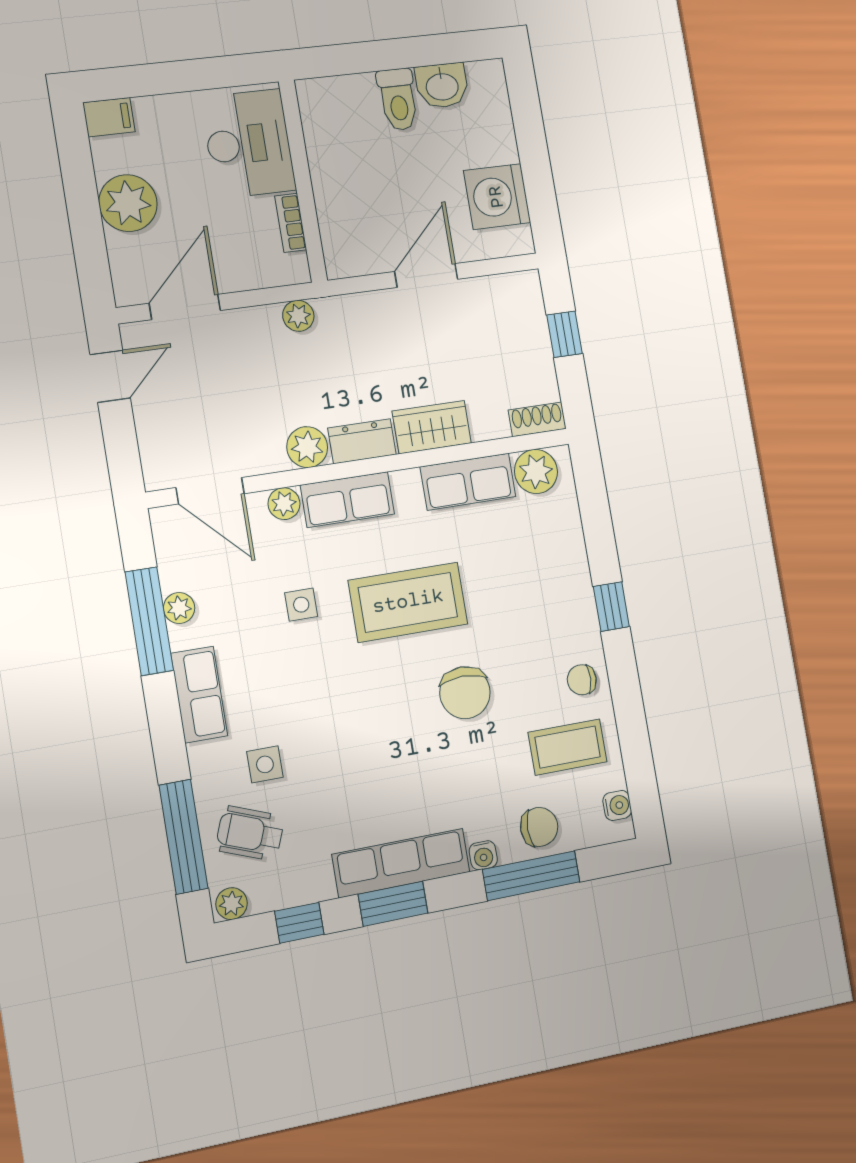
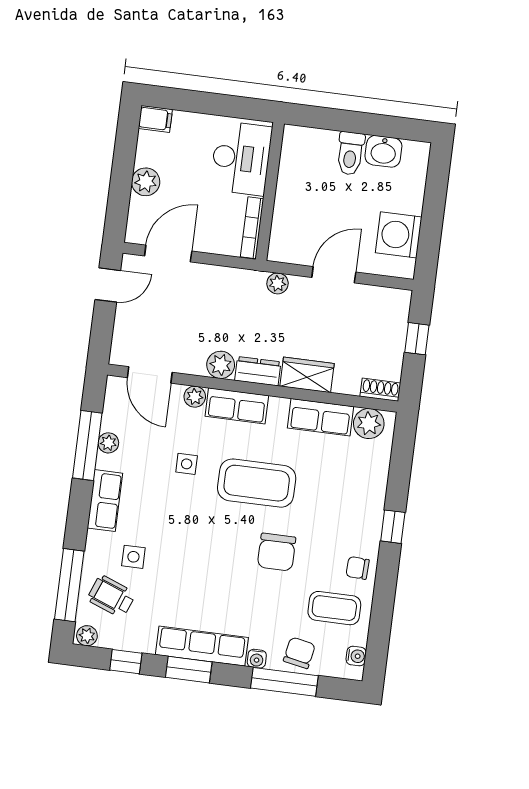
plant: (128, 203) -> (146, 182), width x0.73, depth x0.73
bookcase: (291, 223) -> (252, 228), width x1.56
plant: (298, 316) -> (278, 283), moved
chair: (539, 827) -> (299, 653), turned -79

